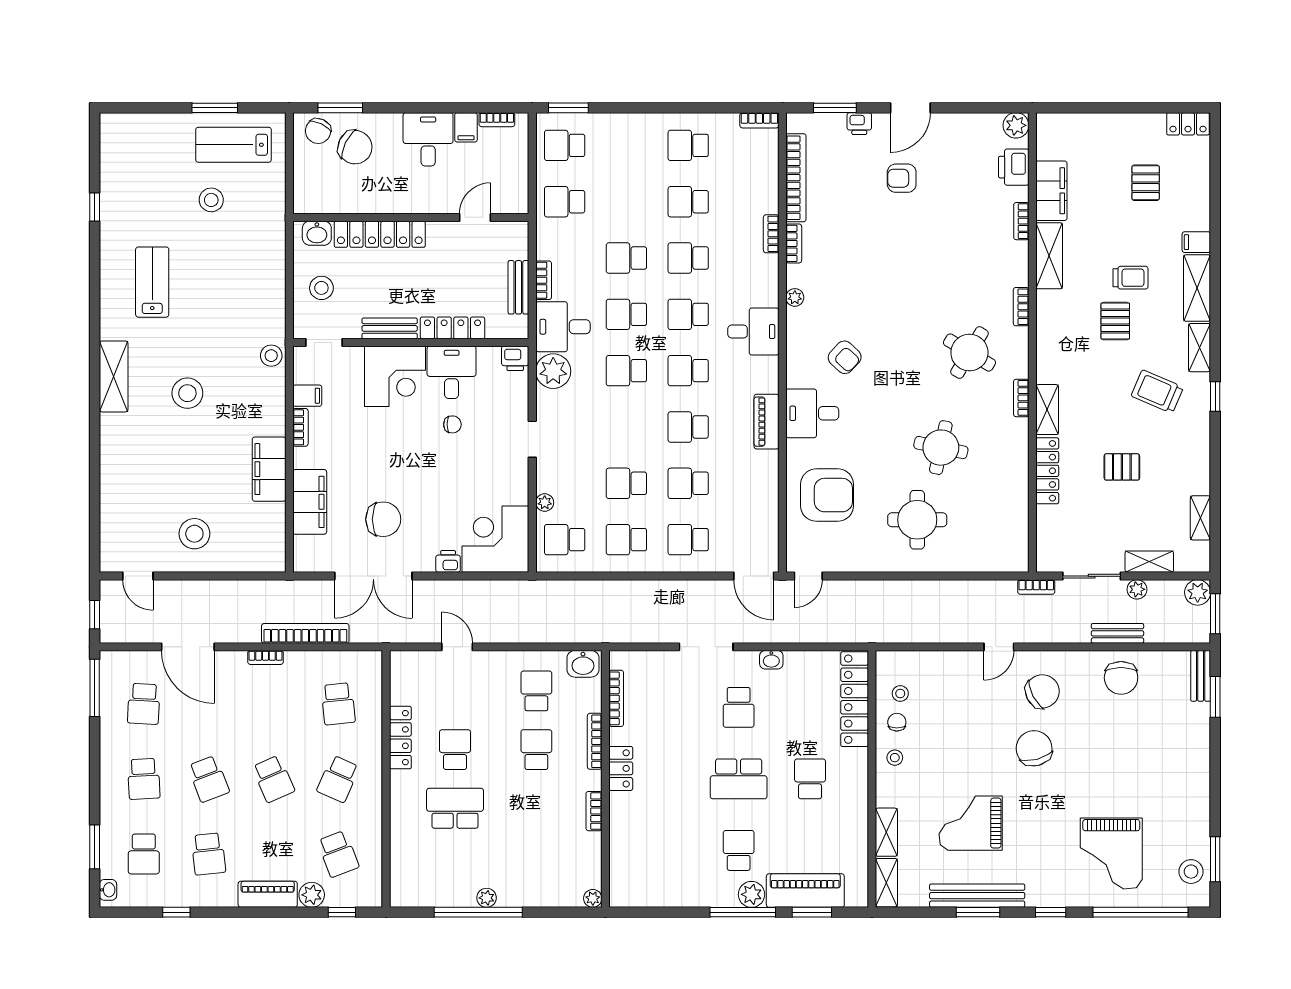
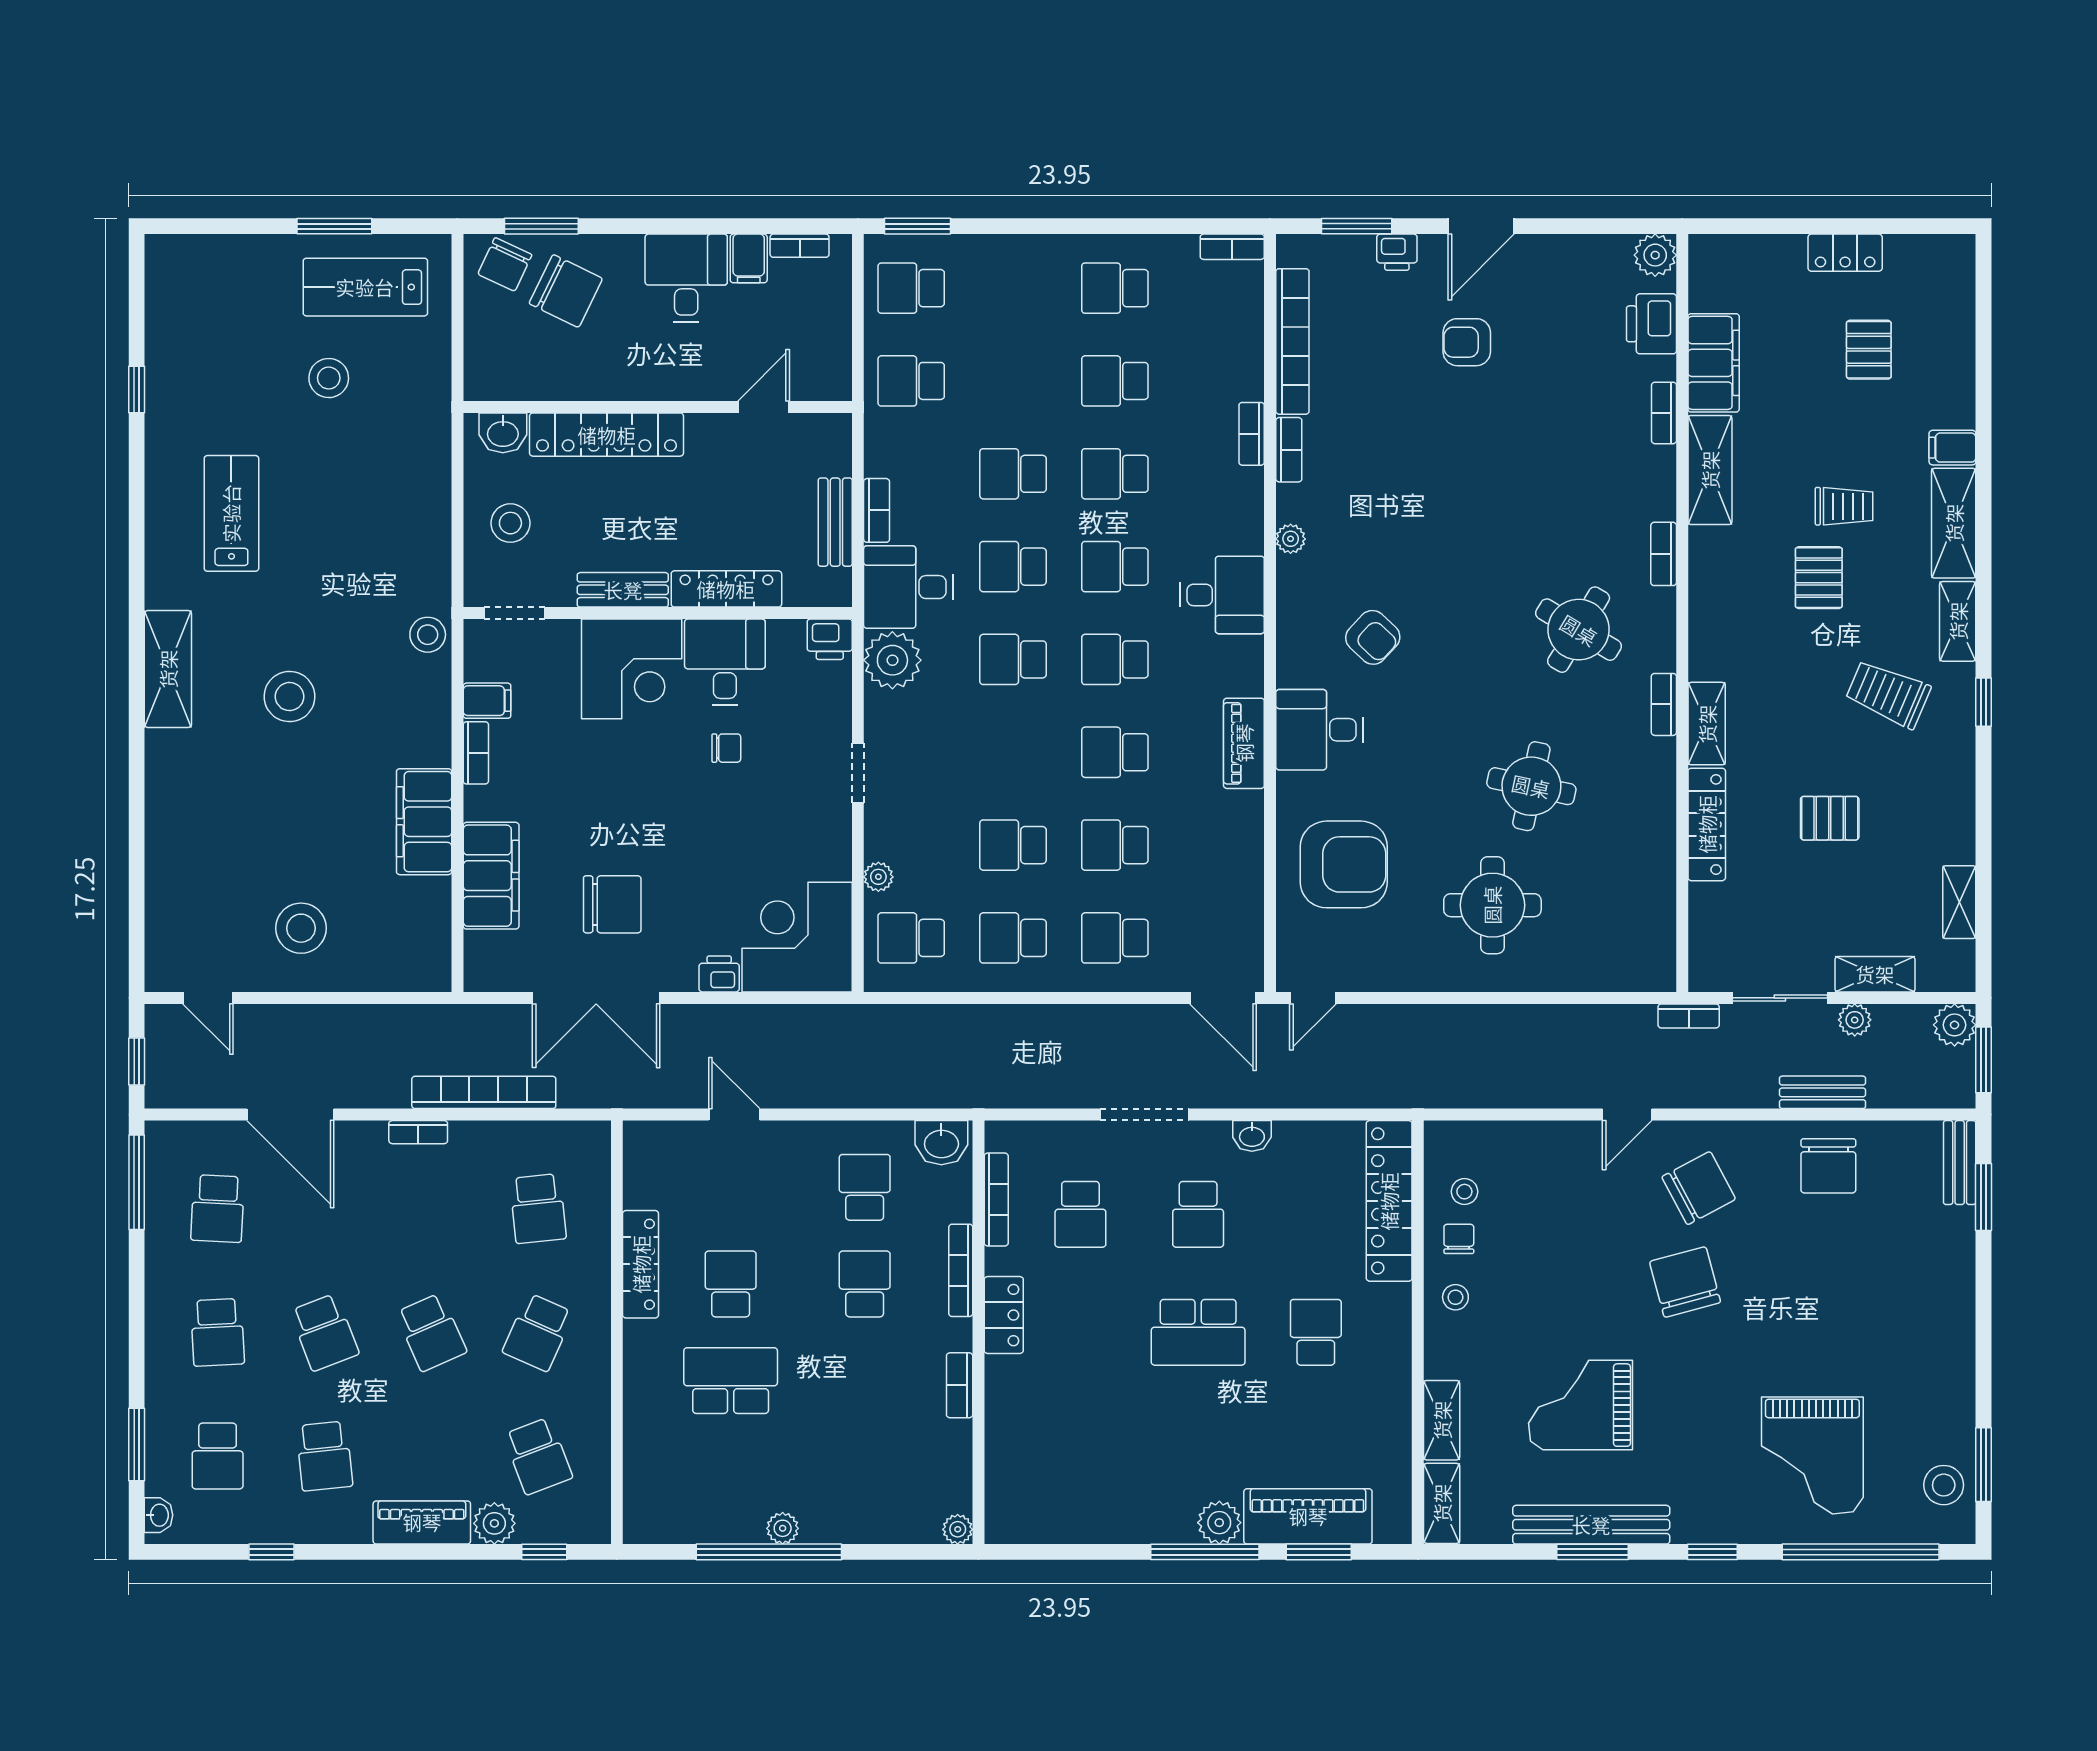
locker: (1188, 124) -> (1845, 253), moved
school desk: (739, 850) -> (1080, 1214), moved, turned 180

